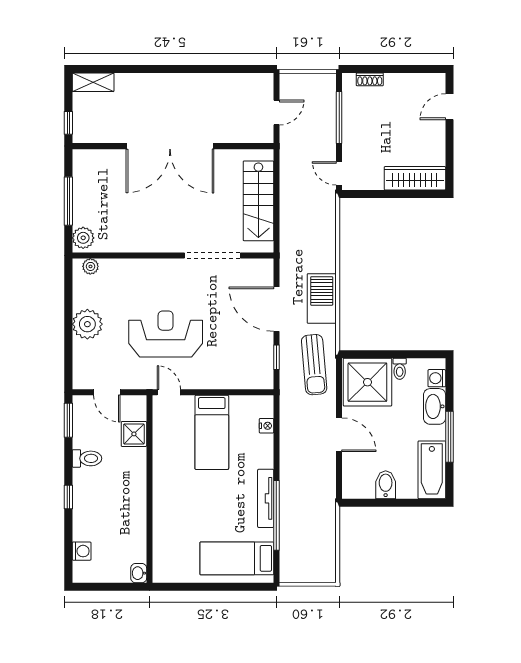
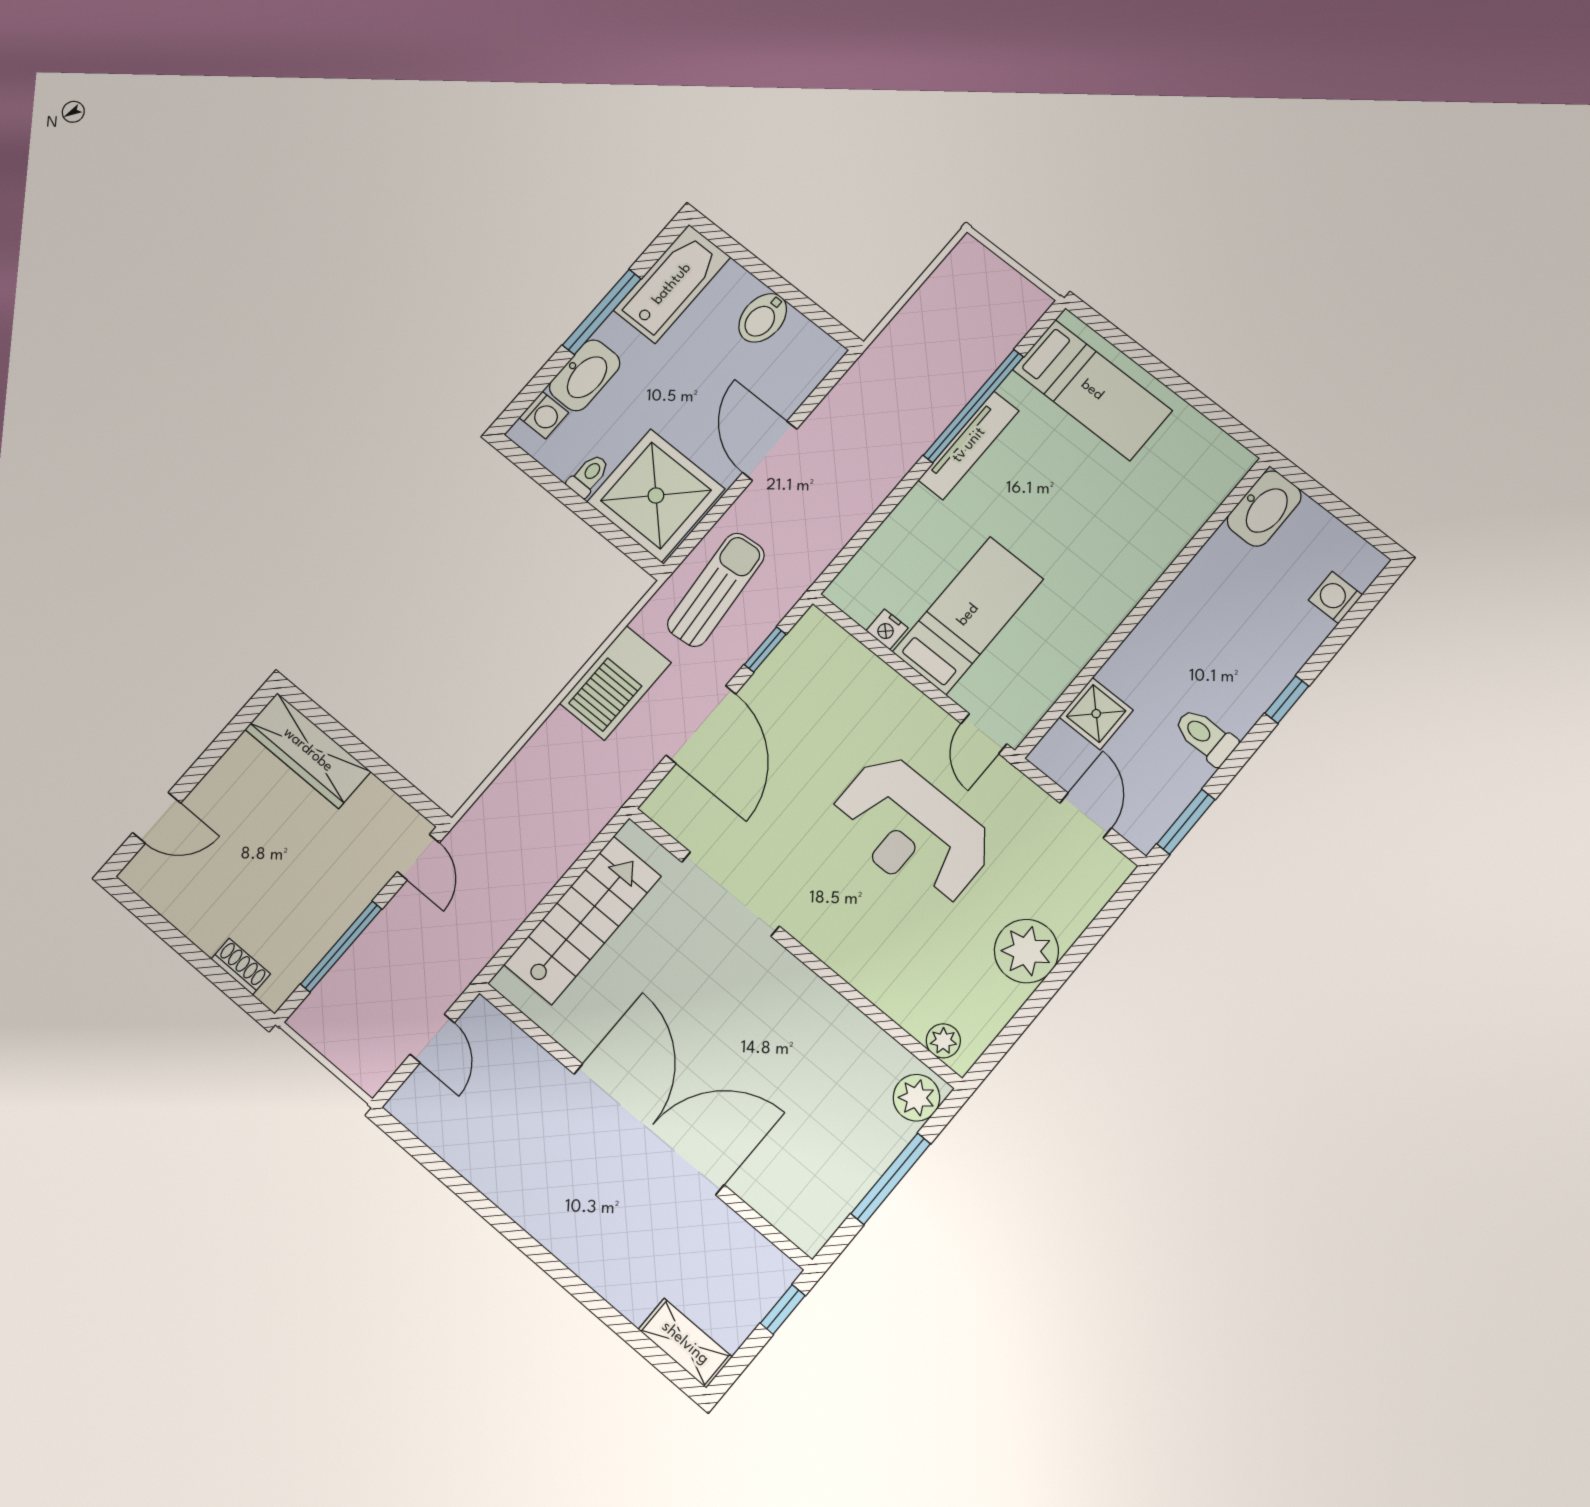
door: (276, 113) -> (432, 1039), swing flipped
nightstand: (267, 426) -> (887, 629), moved, turned -90
washbasin: (139, 573) -> (1264, 508), width x1.91, depth x1.45

